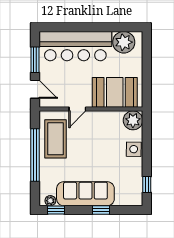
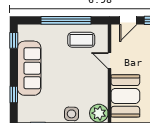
coffee table: (55, 139) -> (81, 40), width x0.73, depth x0.76
plant: (50, 201) -> (23, 35), removed
window: (101, 210) -> (14, 94), moved

